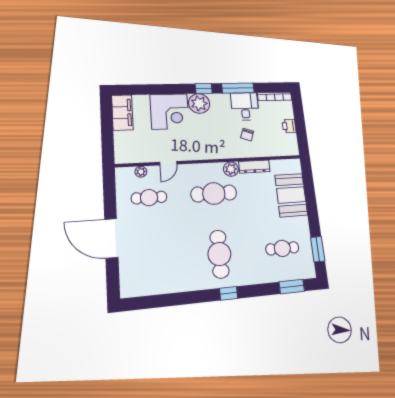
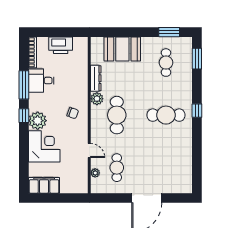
printer: (289, 126) -> (61, 45), width x1.87, depth x1.48
chair: (247, 135) -> (73, 113), moved

